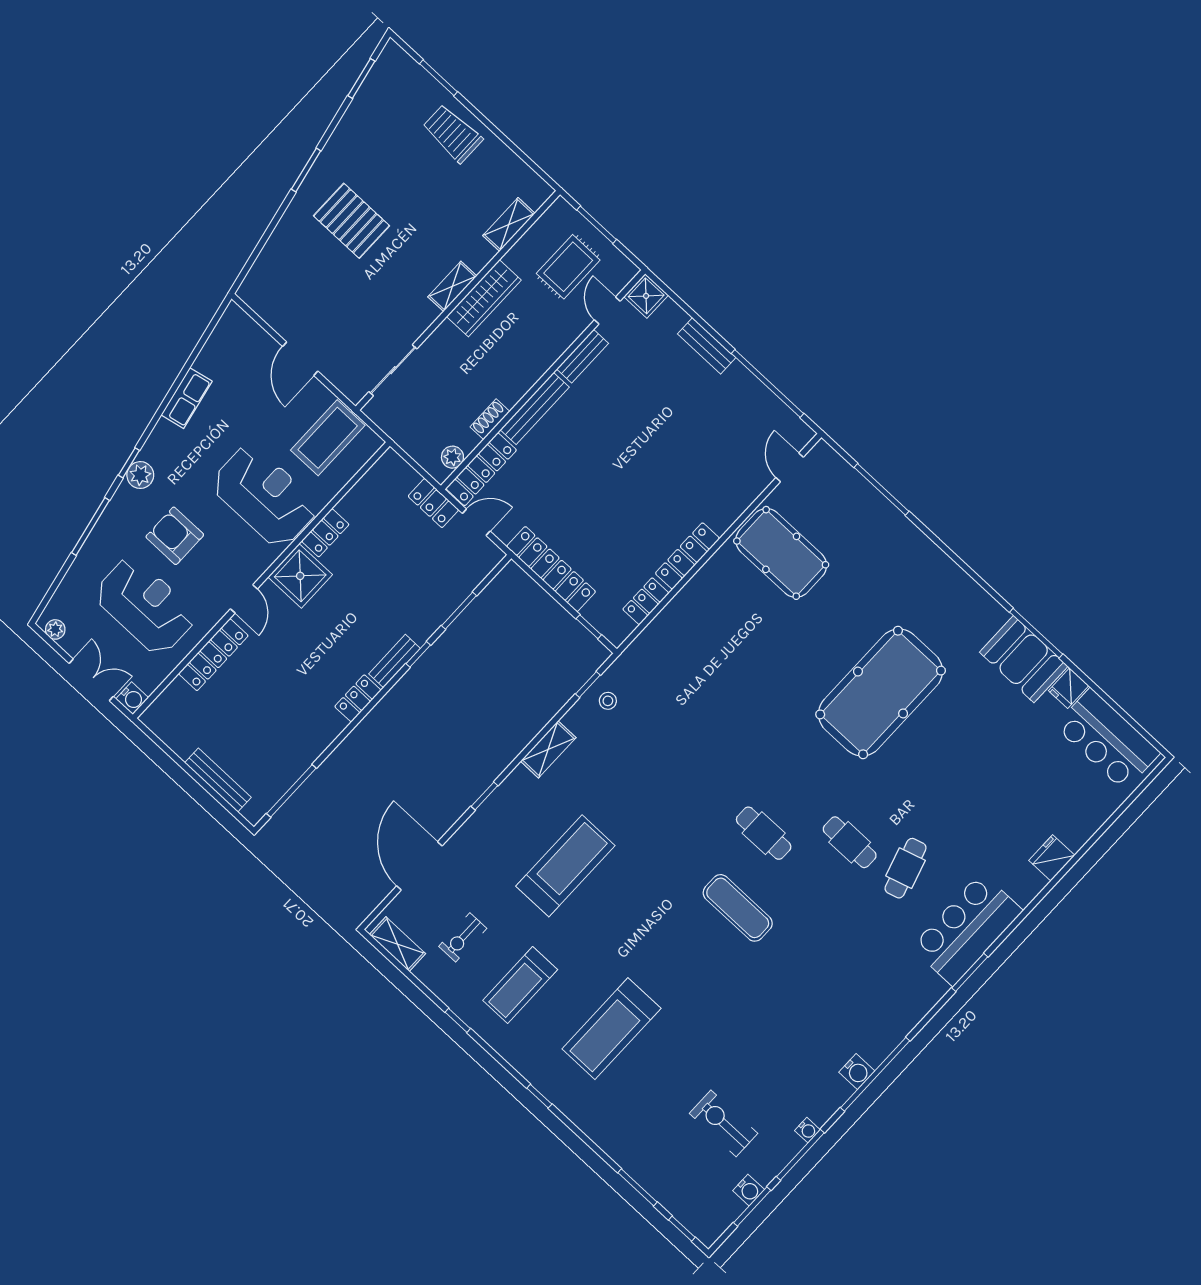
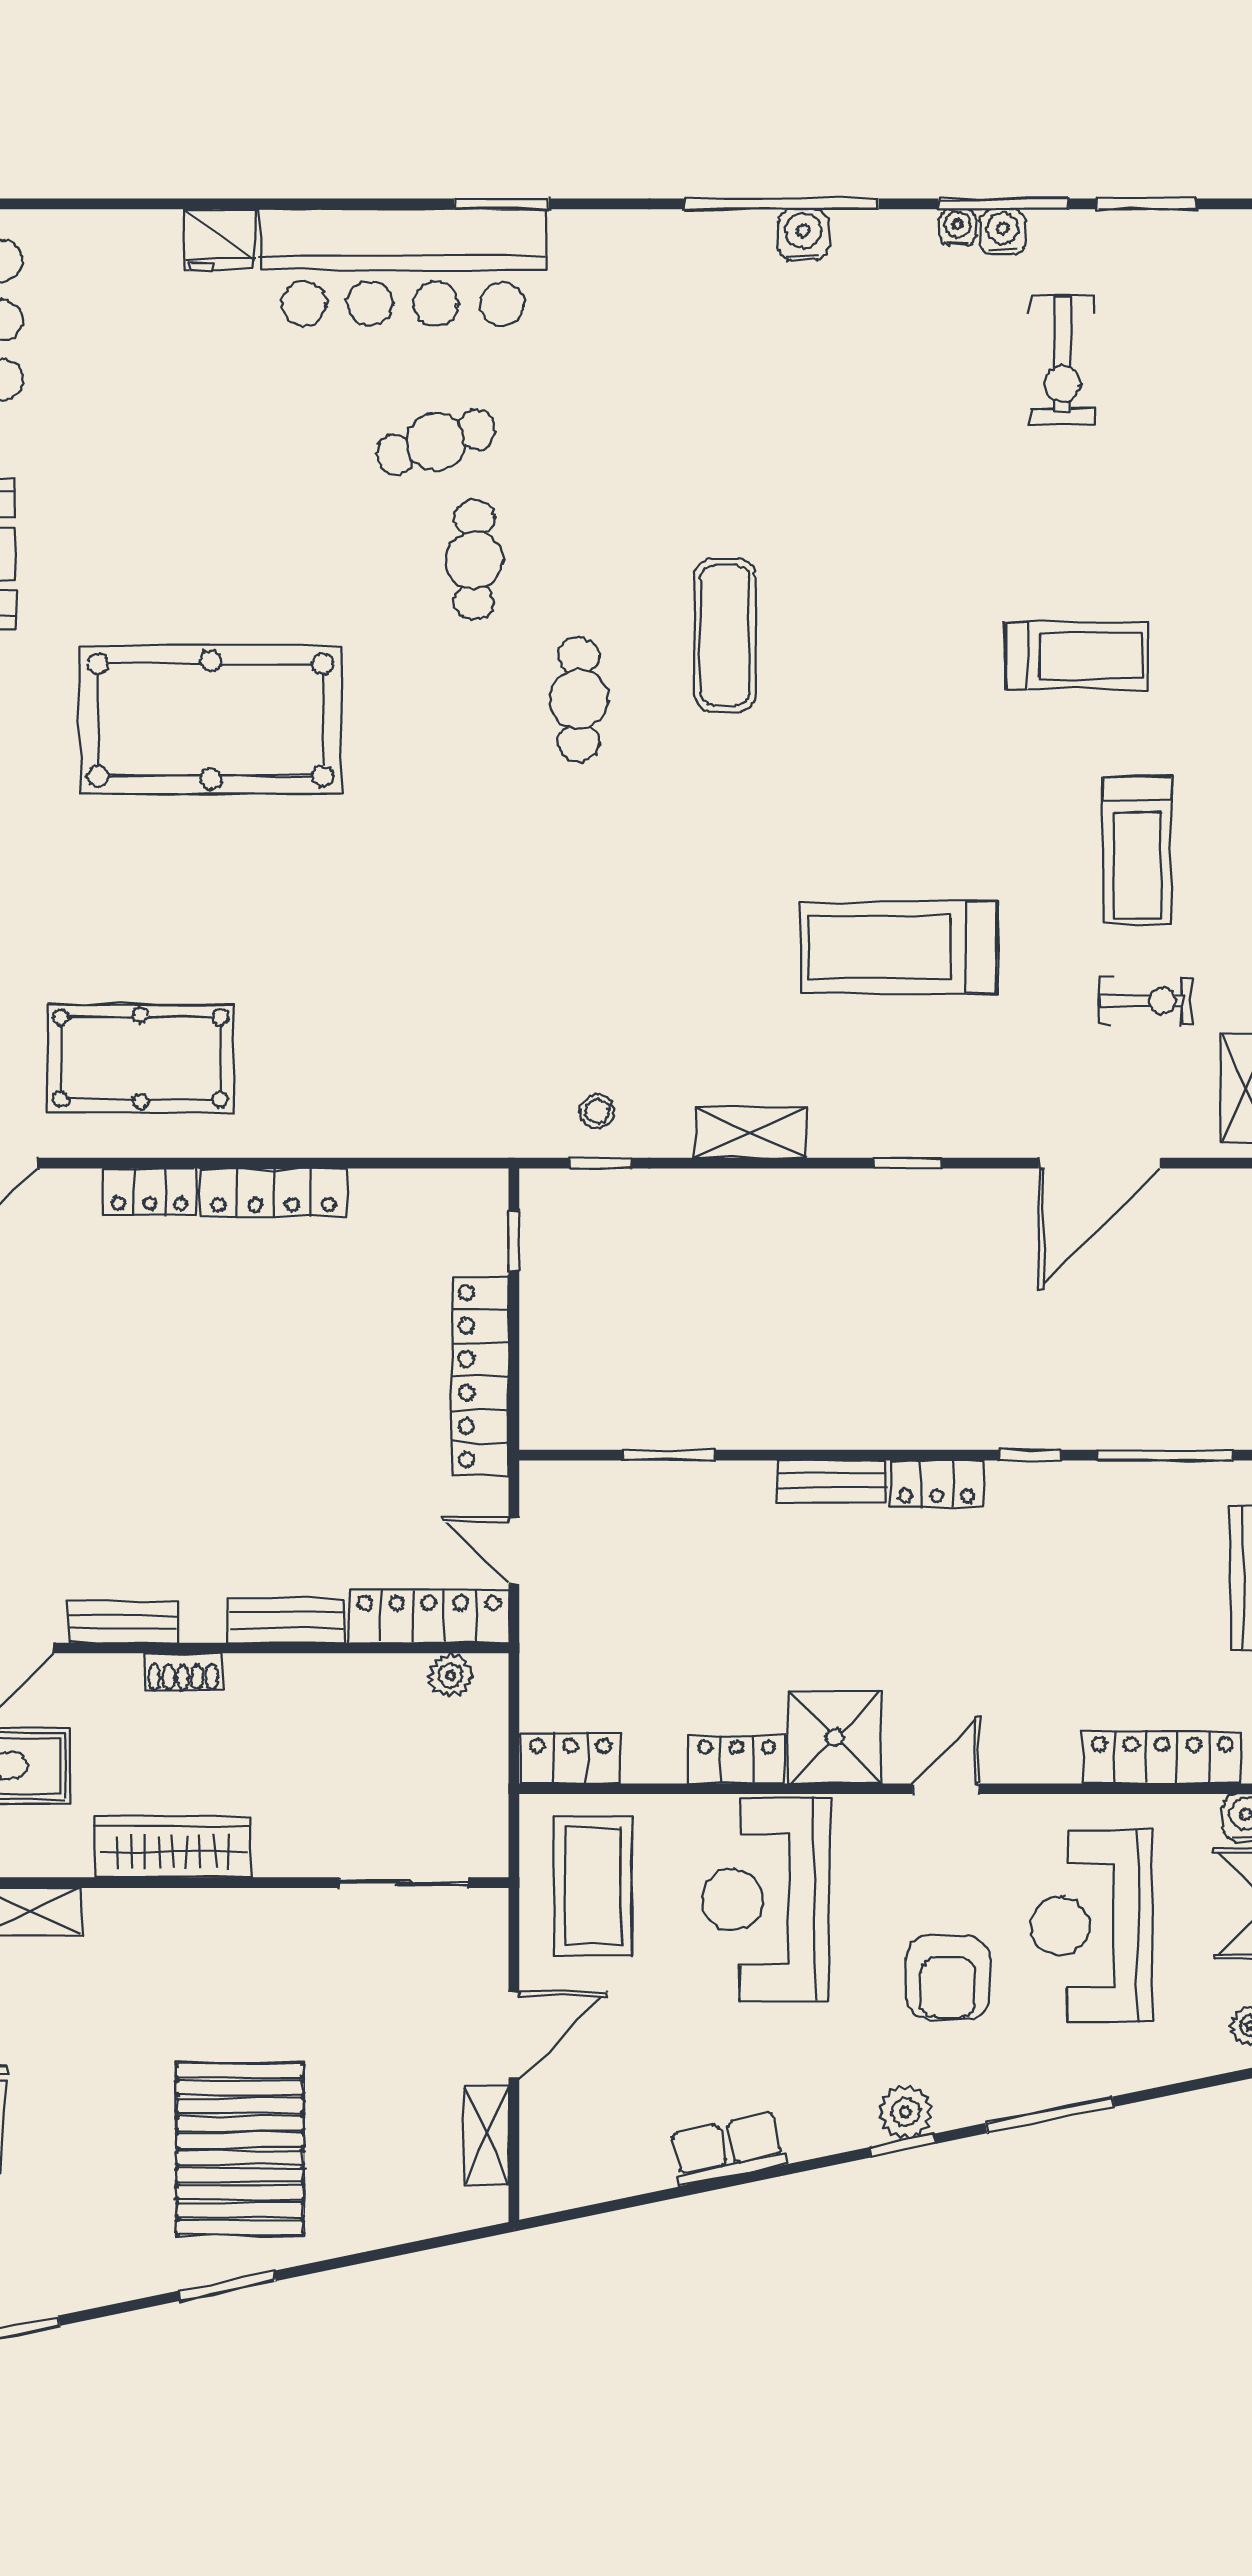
pallet: (352, 221) -> (240, 2149), width x1.37, depth x1.41
shelving: (452, 286) -> (487, 2135), moved, turned 90
bench: (535, 408) -> (287, 1621), width x0.73
shoe rack: (490, 419) -> (183, 1672), moved
coffee table: (328, 438) -> (593, 1886), turned 90
locker: (433, 503) -> (570, 1758), moved, turned -90
pool table: (781, 553) -> (141, 1058), turned 90
locker: (646, 601) -> (150, 1192), moved
window: (418, 654) -> (1030, 1455), moved
locker: (213, 655) -> (1162, 1757), moved
bar counter: (967, 929) -> (403, 267), width x1.36
treadmill: (520, 985) -> (1137, 851), turned 90
treadmill: (611, 1029) -> (1077, 656), width x0.73, depth x0.73
water cooler: (749, 1190) -> (1003, 232), moved

